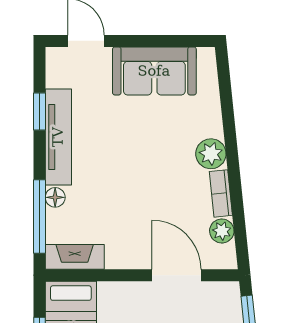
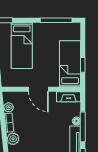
window: (39, 217) -> (83, 127), moved
door: (177, 275) -> (38, 89), moved

